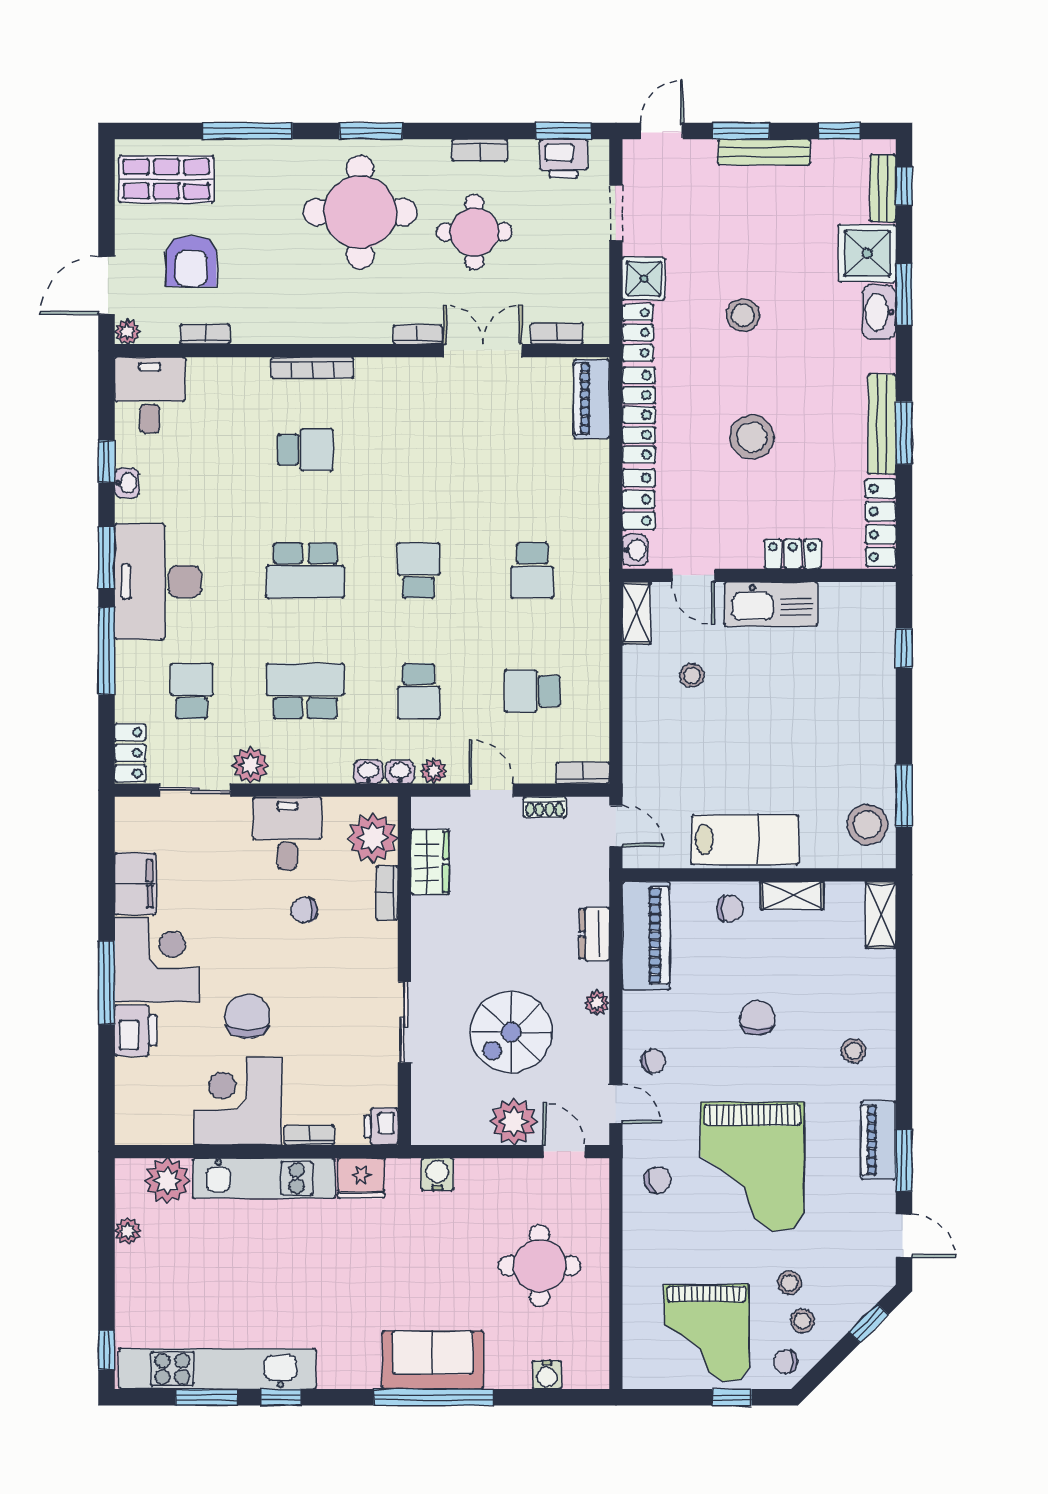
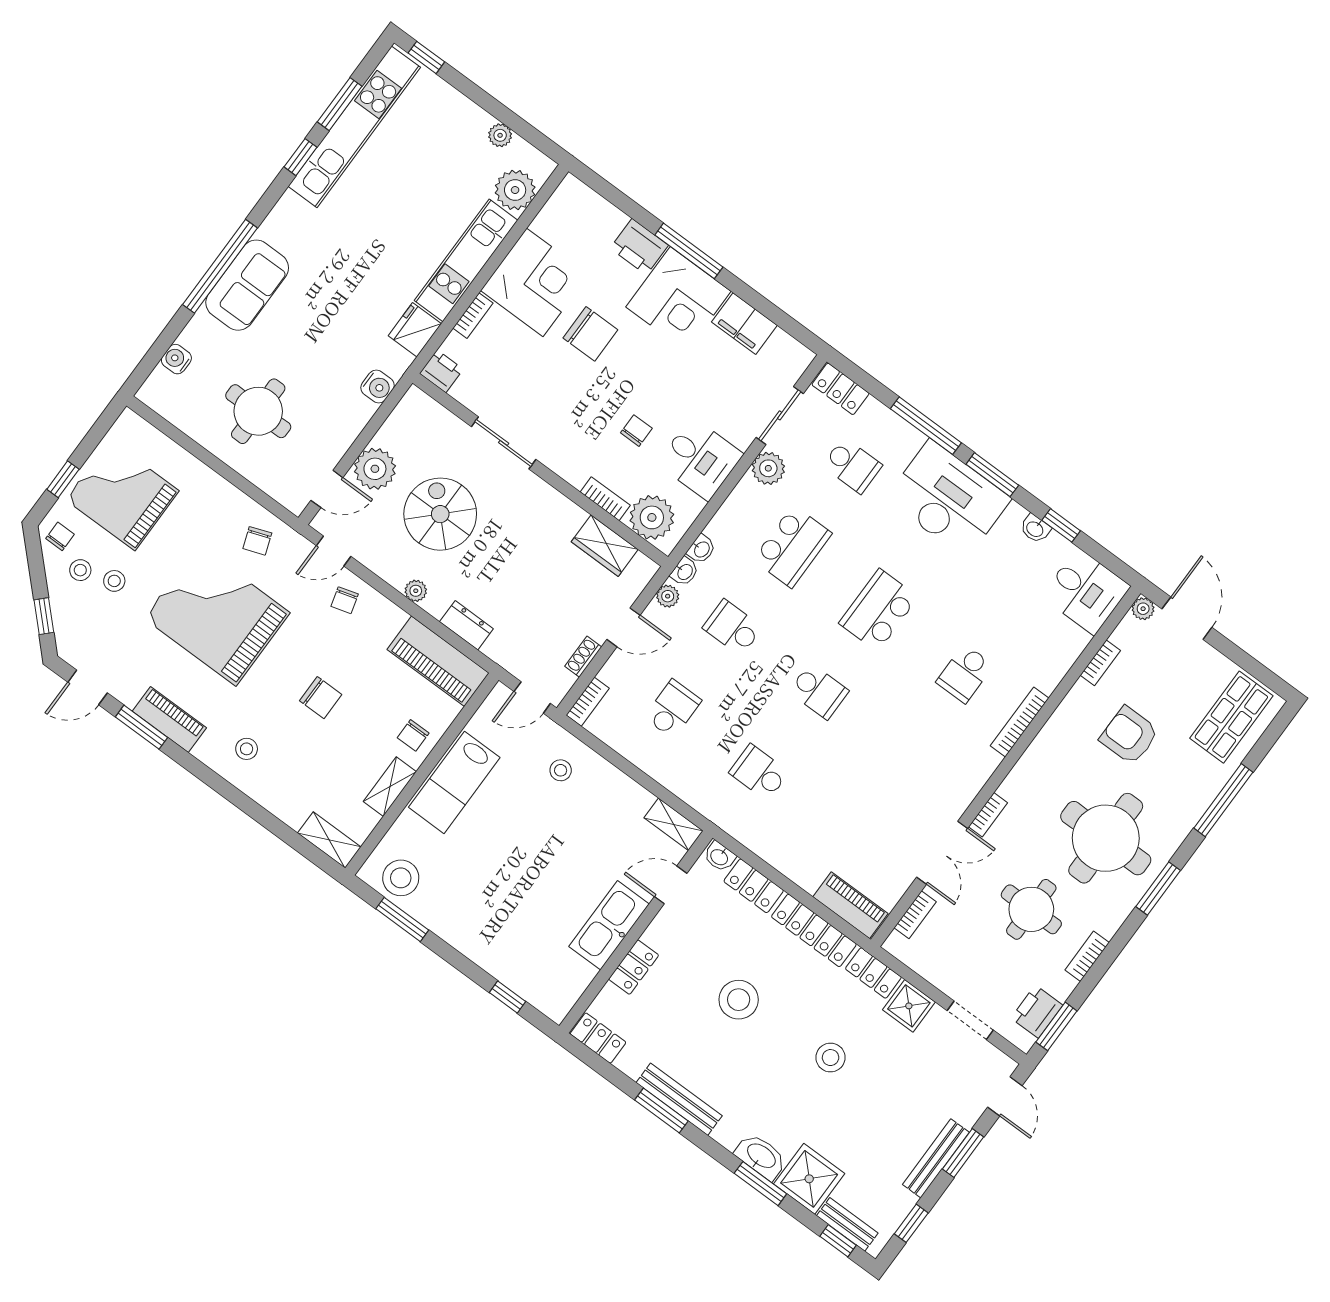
armchair: (191, 261) -> (1129, 735), moved
locker: (881, 523) -> (598, 1038), width x0.66
stool: (692, 675) -> (561, 770), moved

